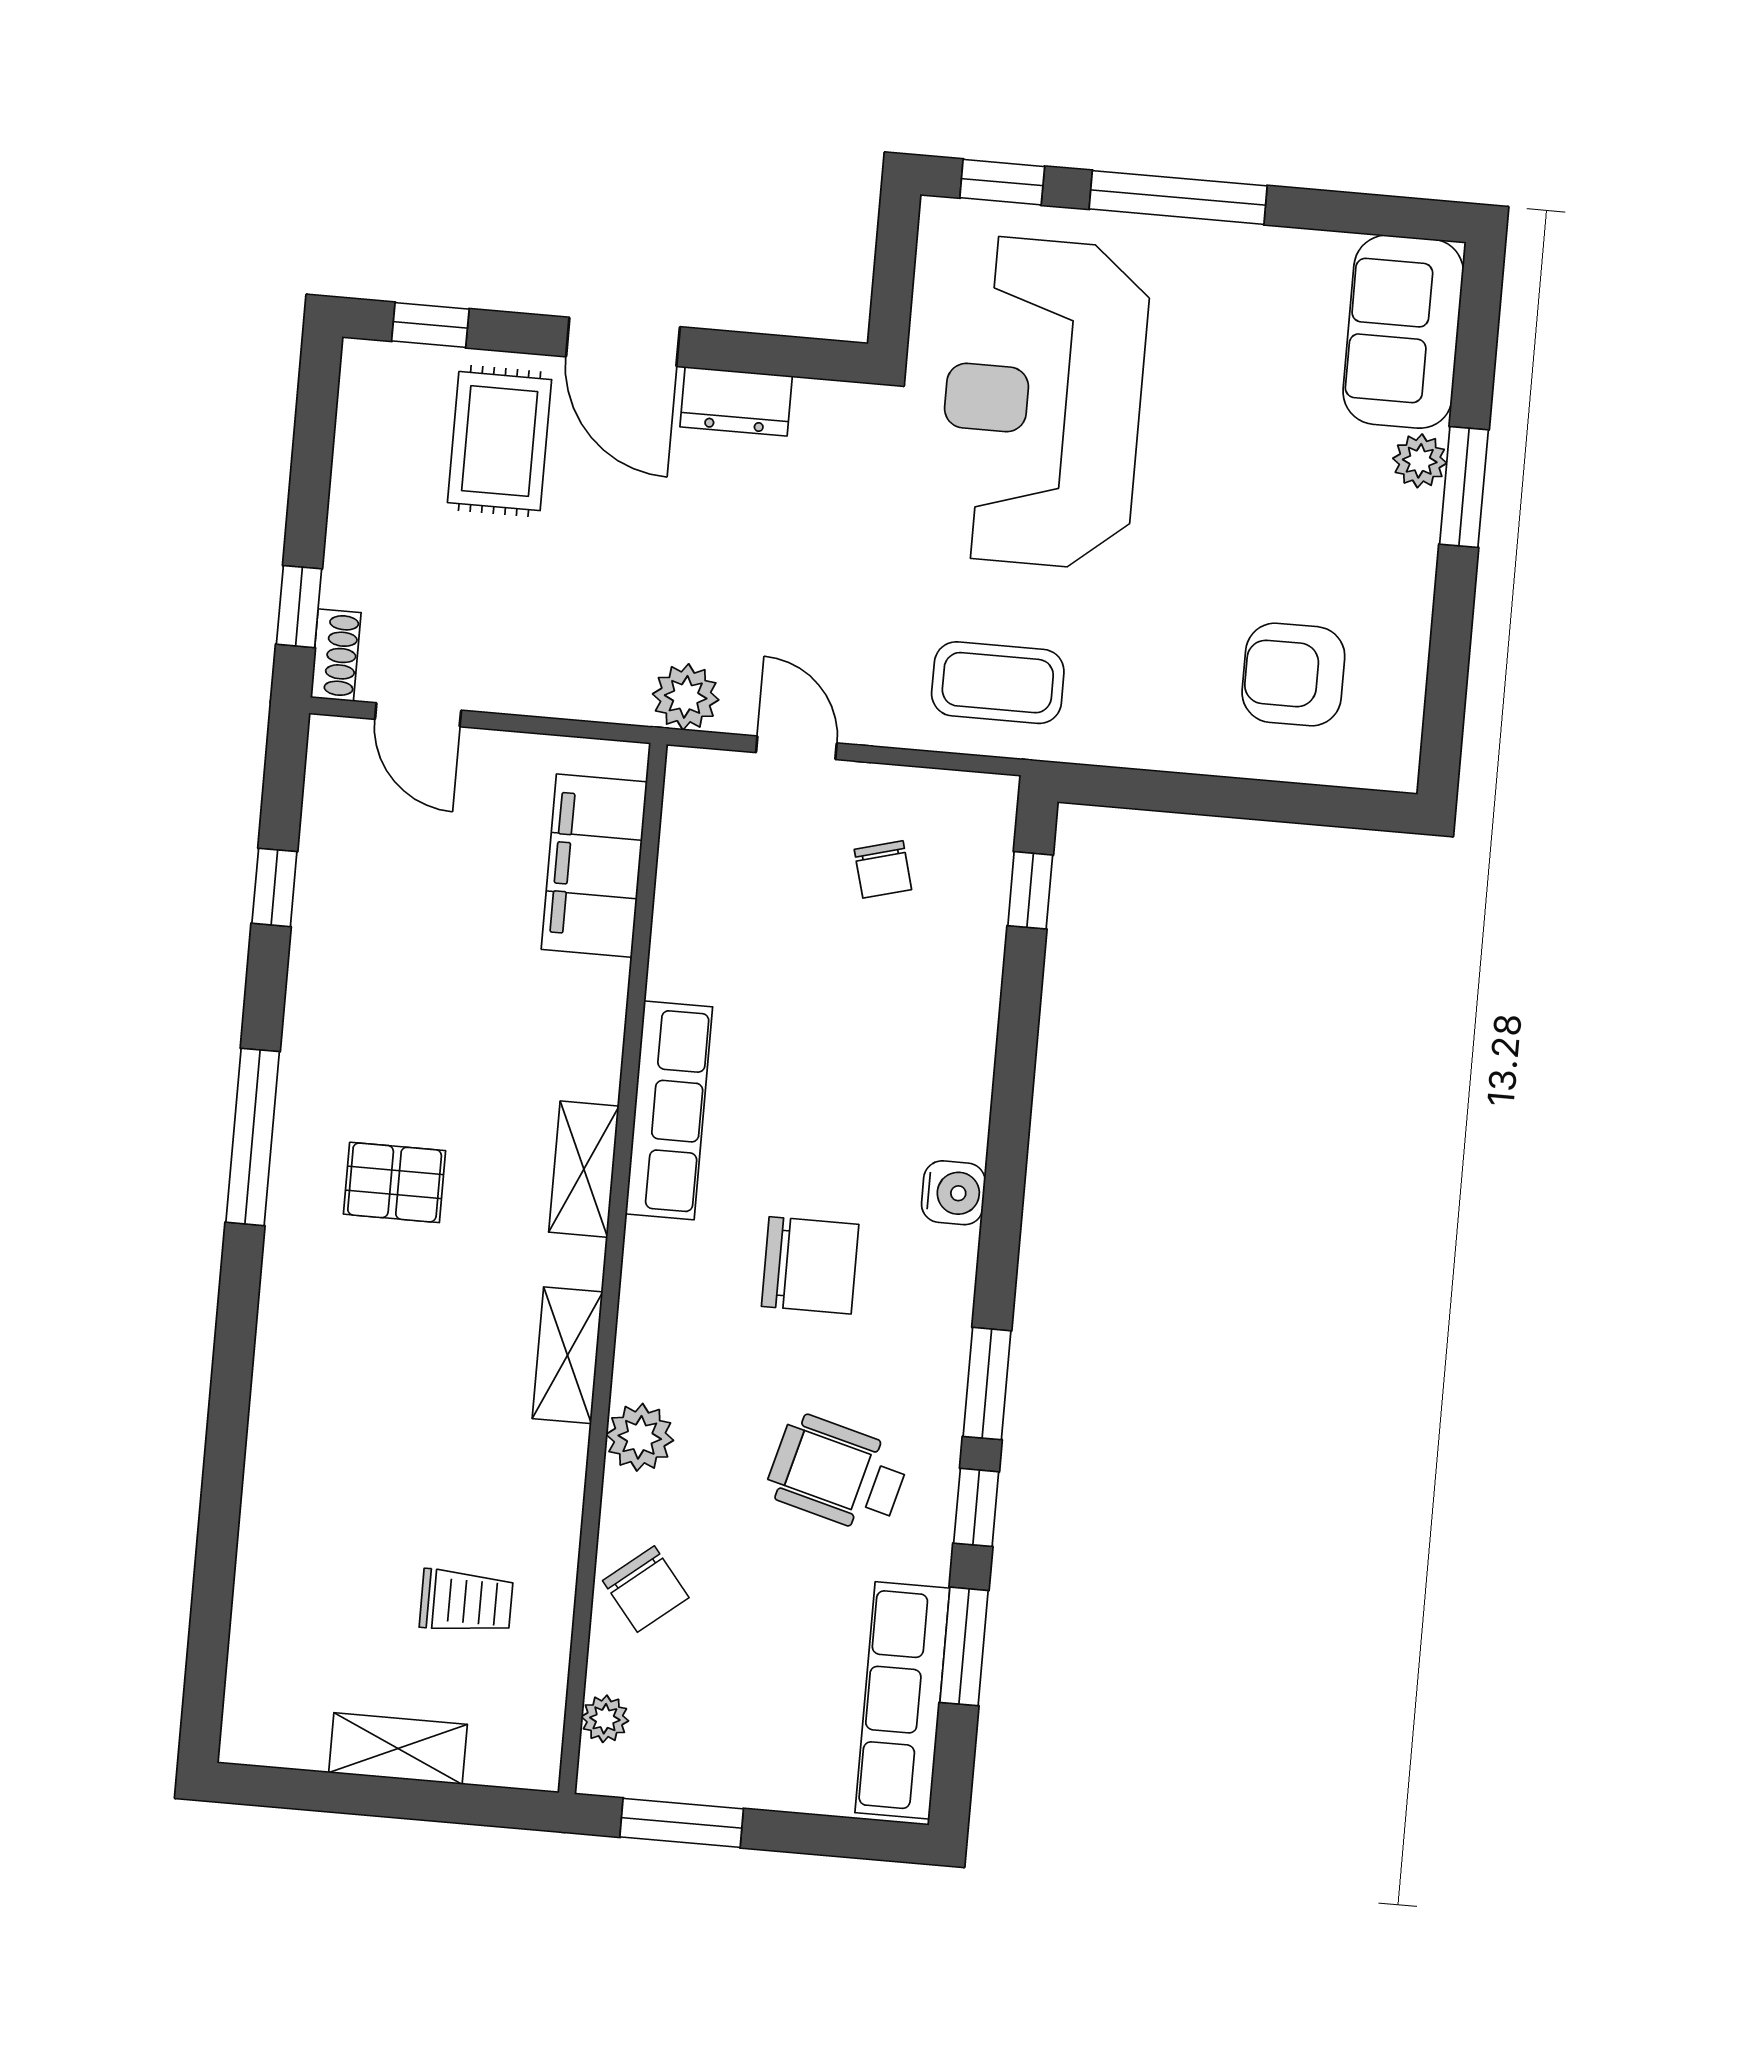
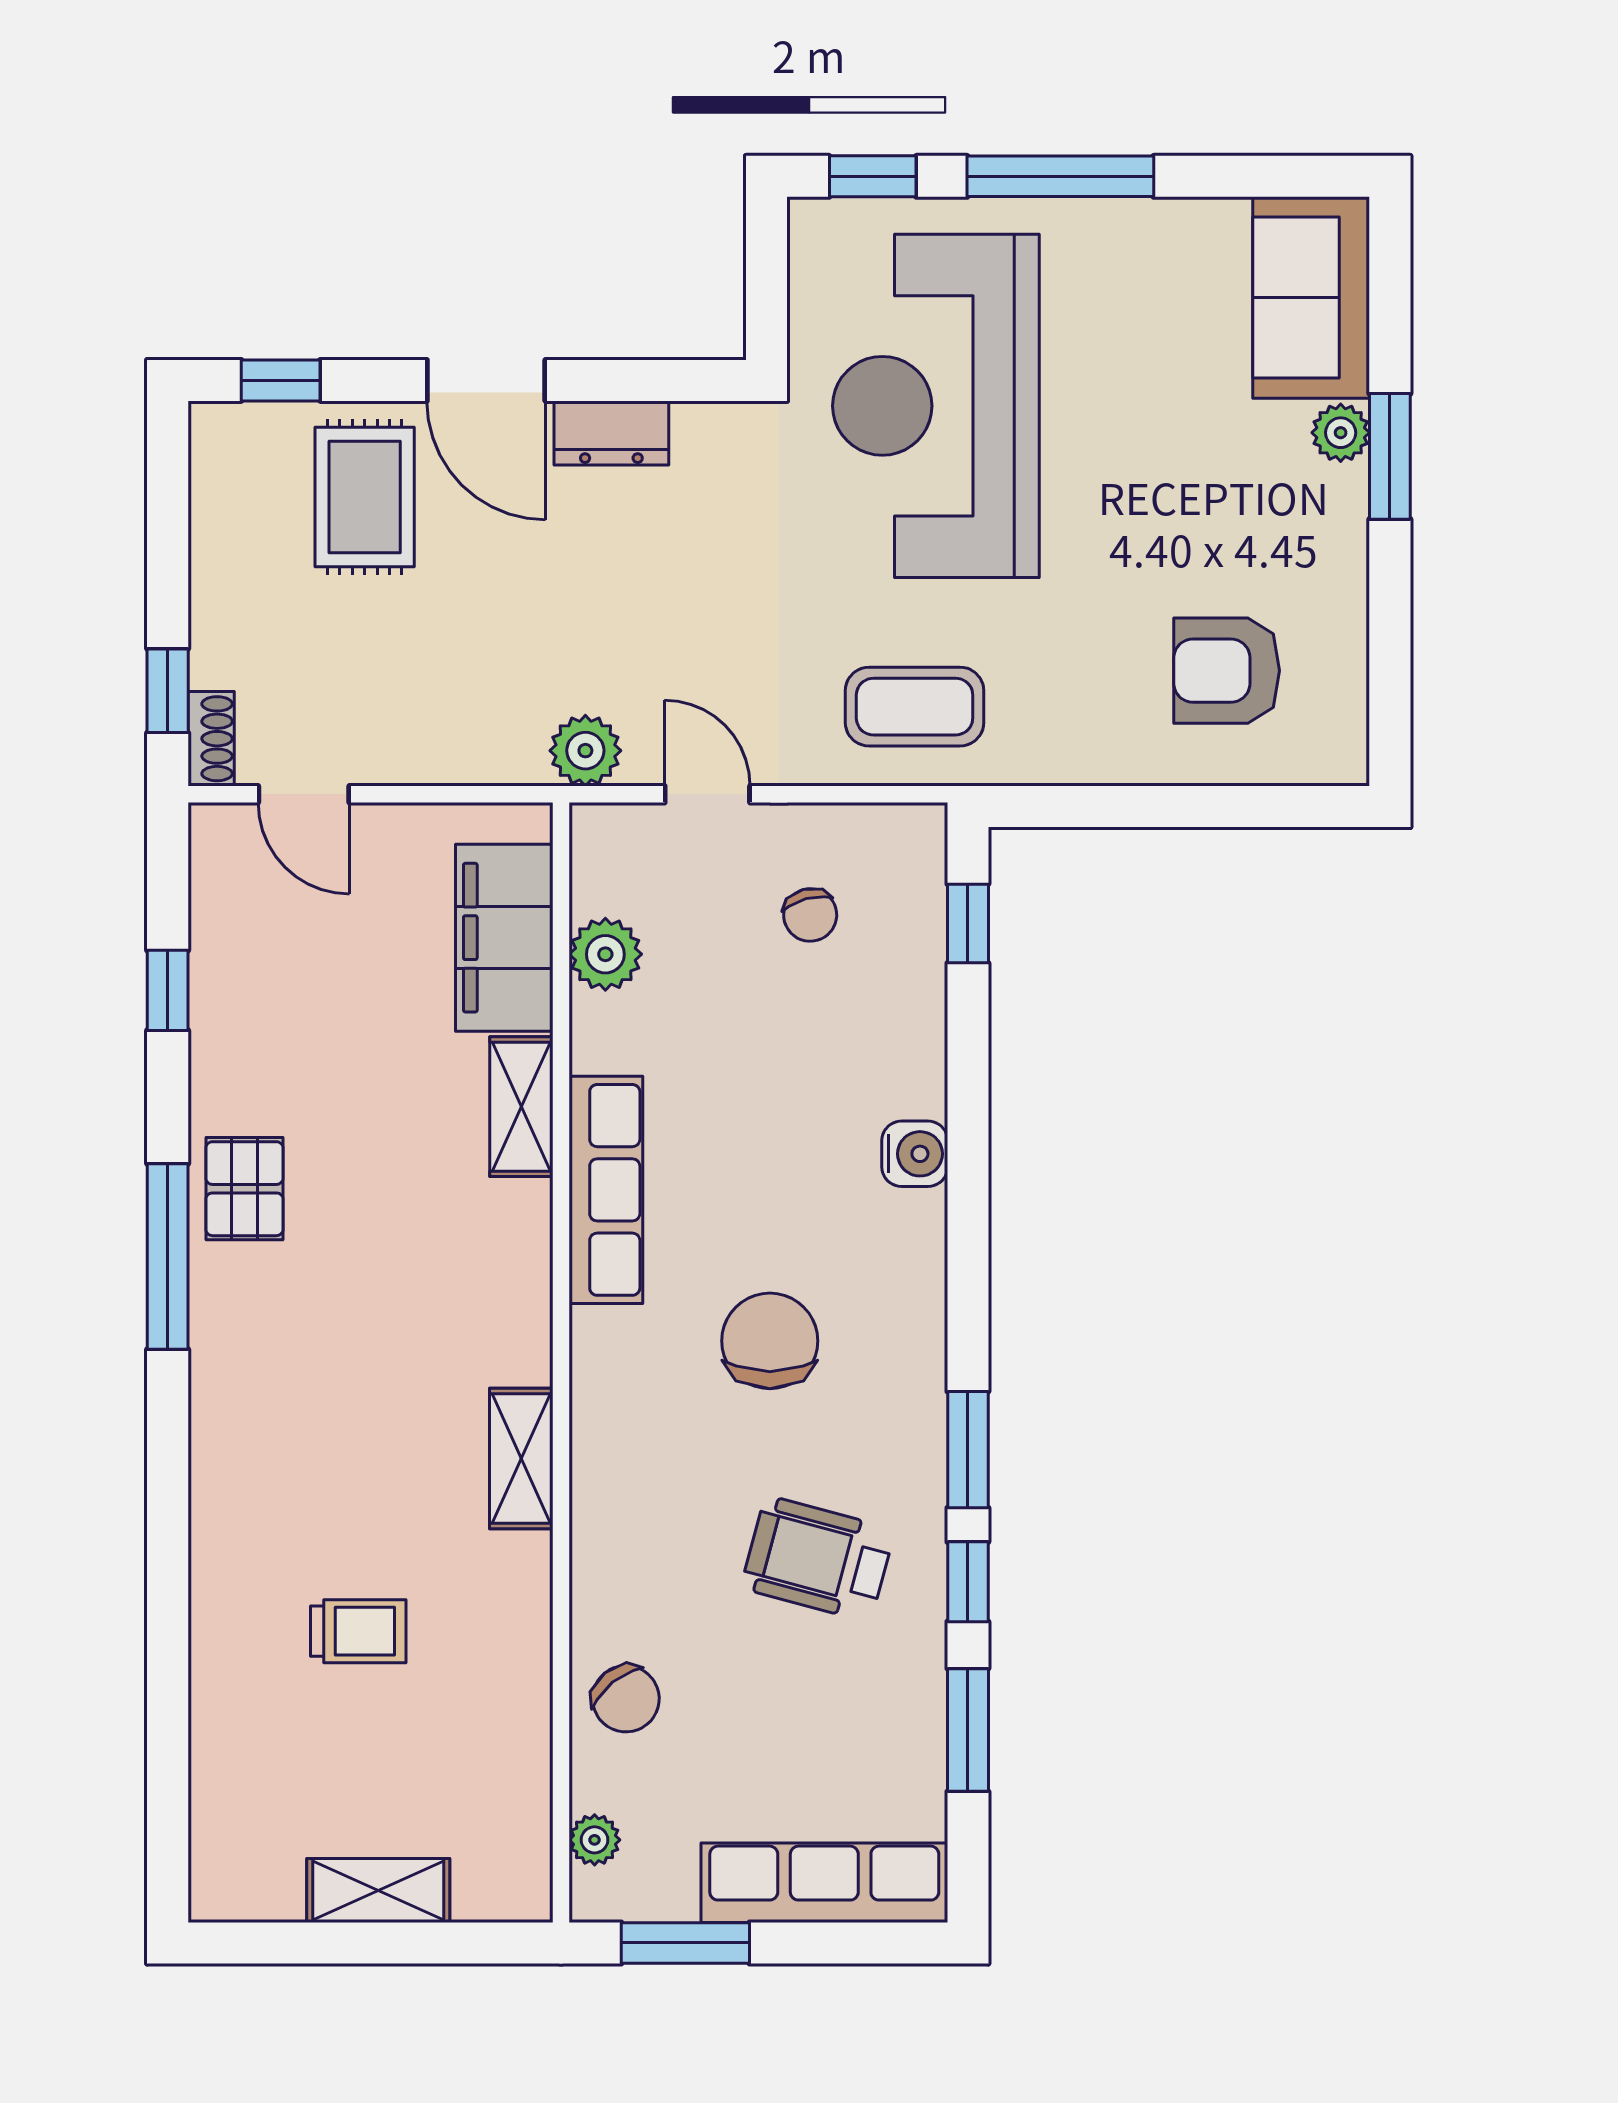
shelving: (584, 1169) -> (521, 1107), moved
pallet: (395, 1182) -> (244, 1189), moved, turned 90
water cooler: (953, 1193) -> (915, 1154), moved
chair: (810, 1265) -> (770, 1341), turned -90
plant: (640, 1437) -> (605, 954), moved
trolley: (466, 1602) -> (358, 1631), moved
row of seats: (902, 1700) -> (824, 1883), moved, turned 90

